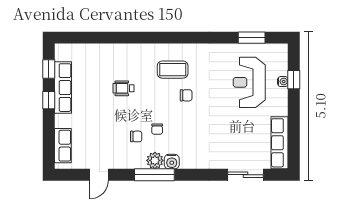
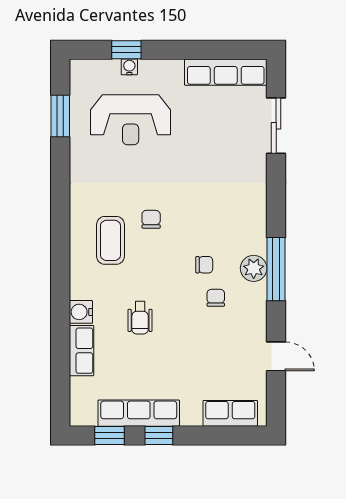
row of seats: (103, 51) -> (82, 351), added
water cooler: (172, 162) -> (81, 312), moved, turned 180

